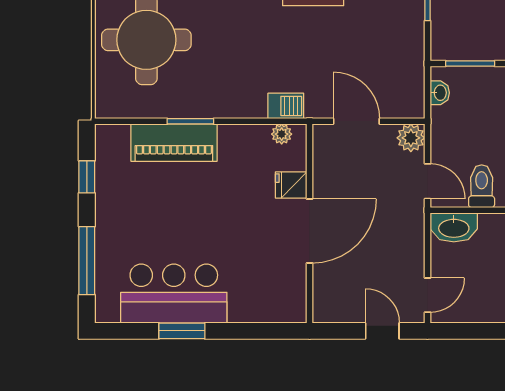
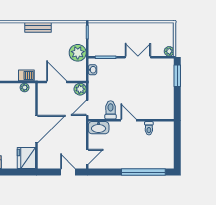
plant: (405, 53) -> (78, 53), added
door: (427, 181) -> (87, 108), swing flipped
fridge: (291, 185) -> (26, 158), moved, width x1.88, depth x1.34

